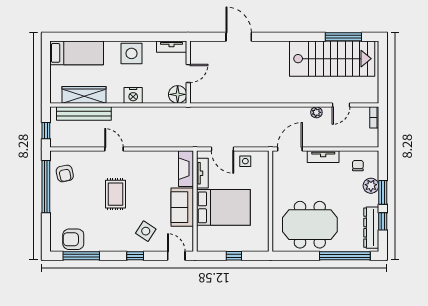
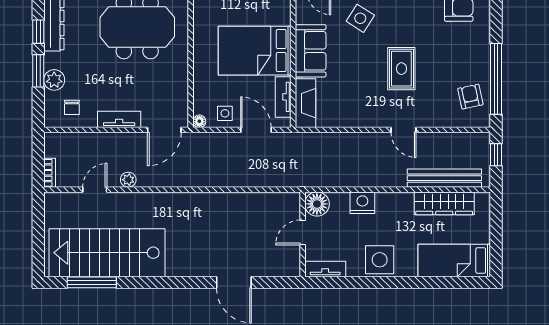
nightstand: (133, 95) -> (362, 203), moved
floor lamp: (264, 155) -> (199, 121), added

